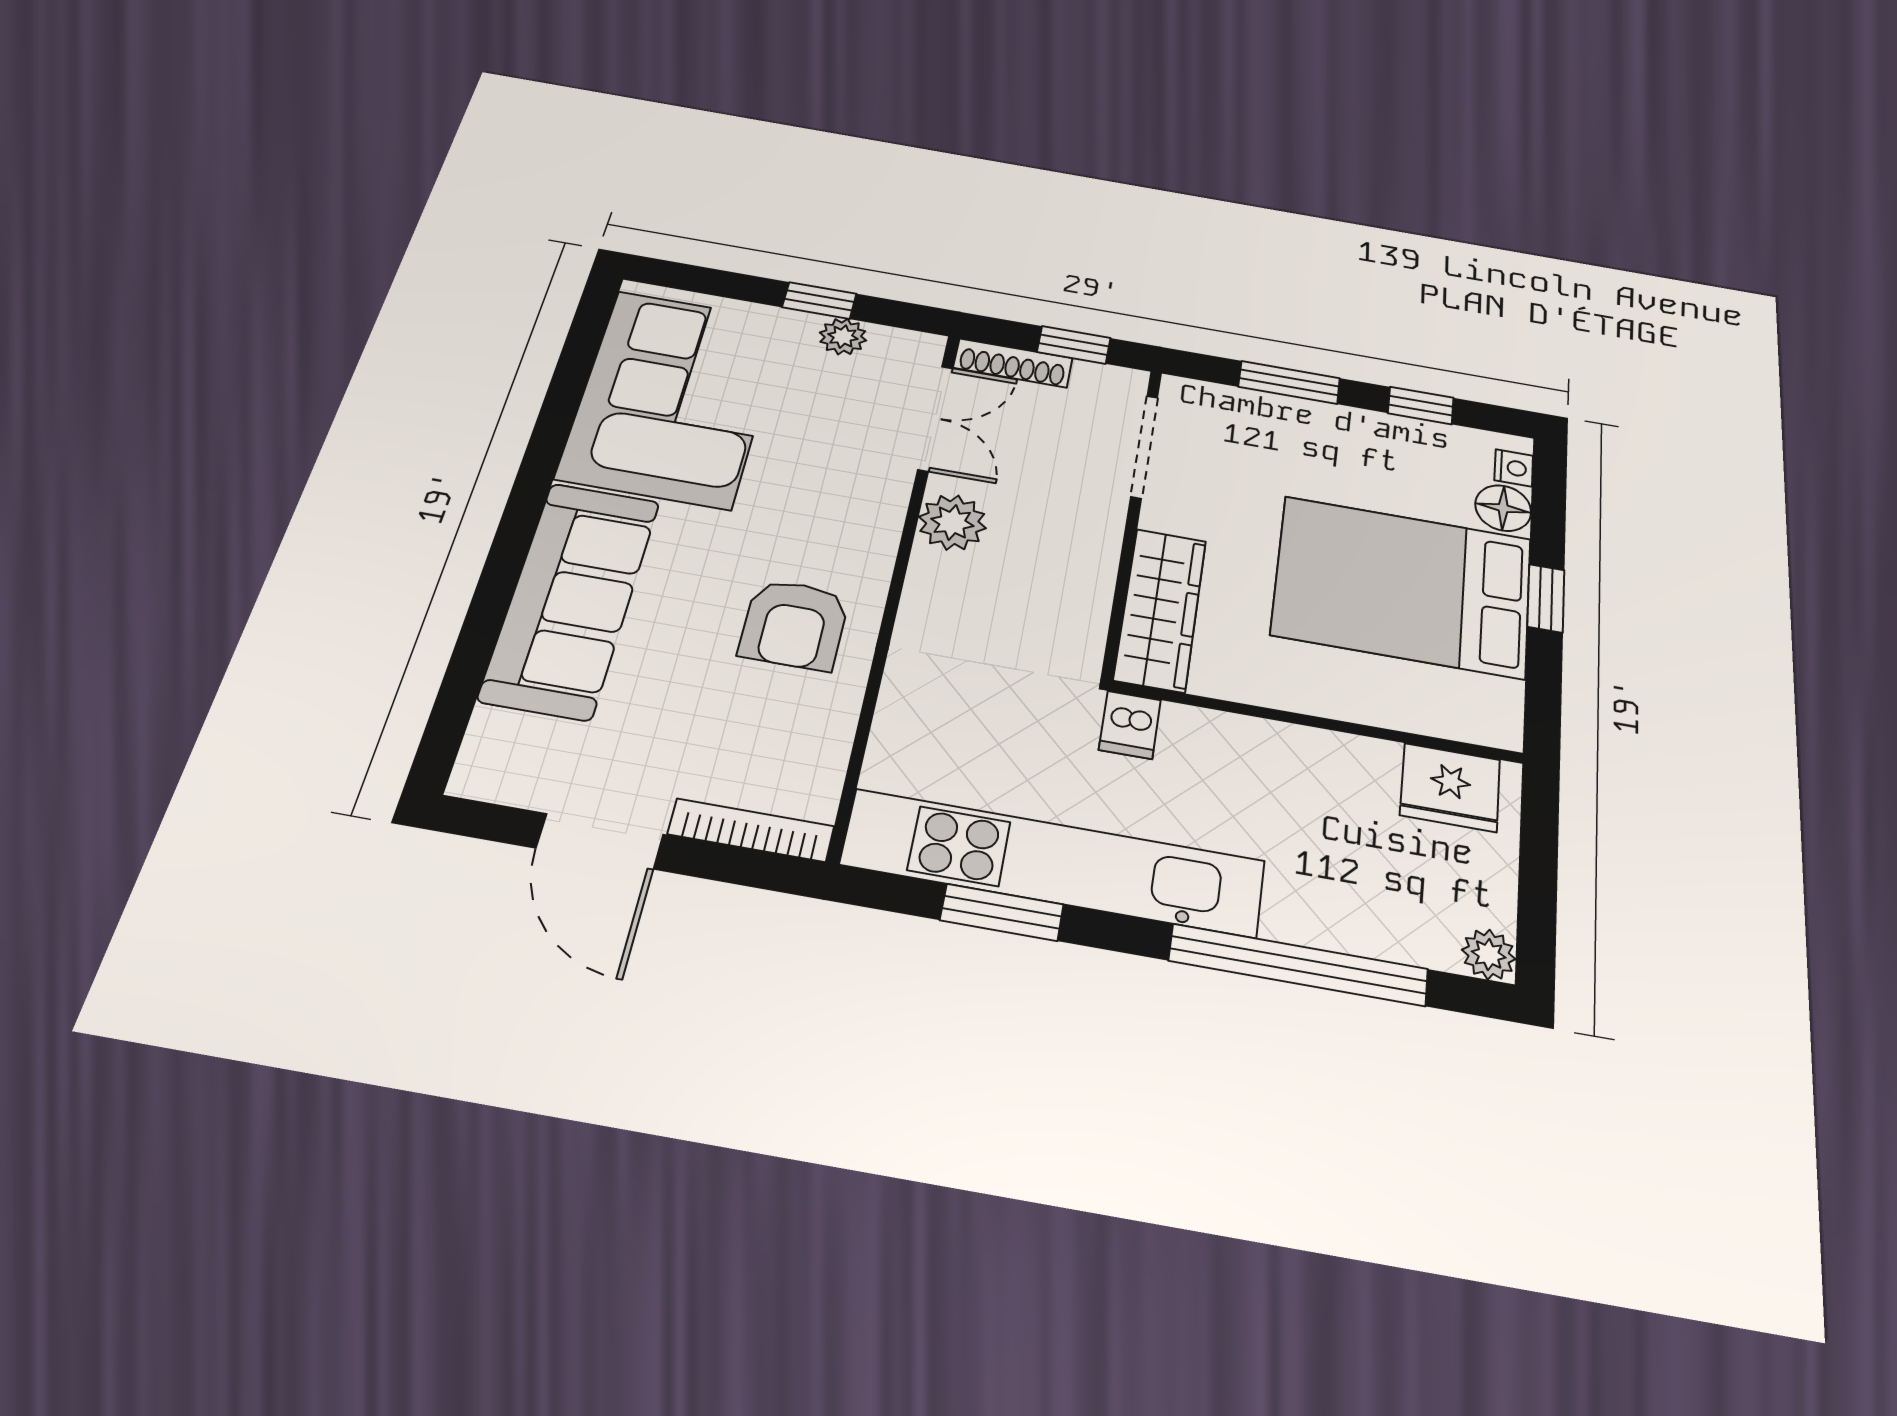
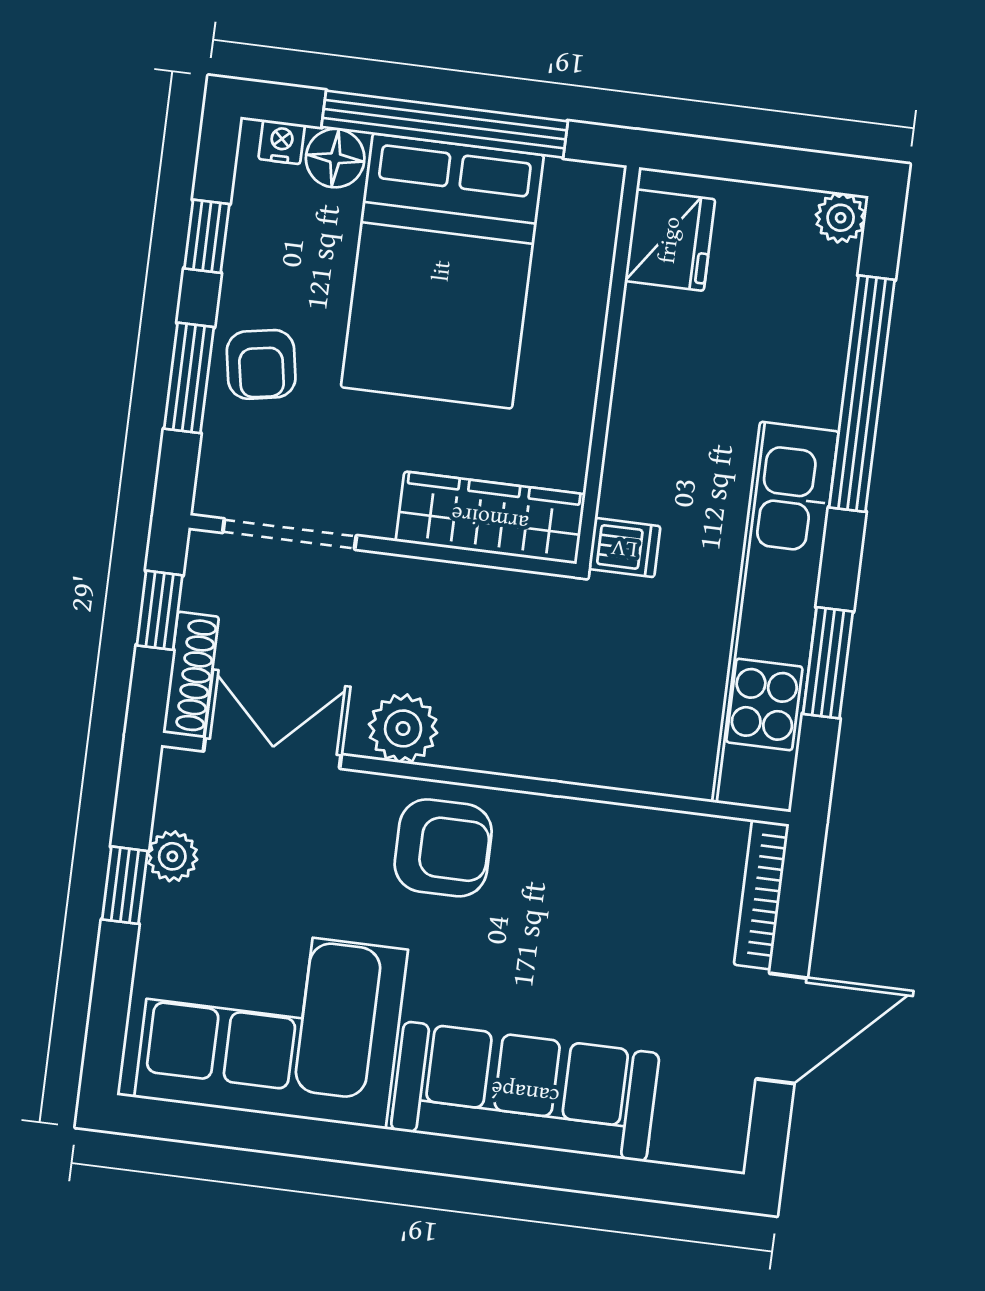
armchair: (1304, 437) -> (261, 364), added
window: (1546, 598) -> (445, 124), width x3.17
armchair: (794, 625) -> (443, 848), moved

